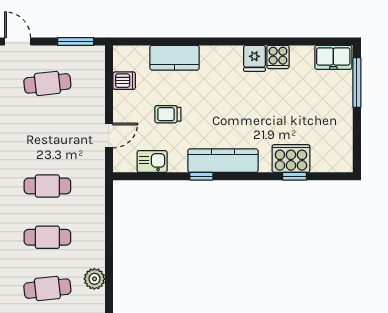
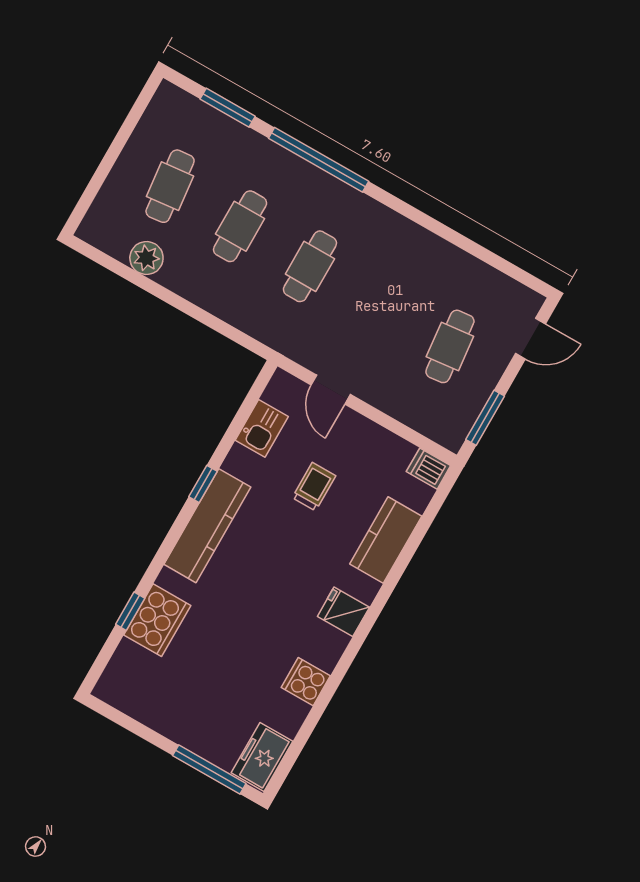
fridge: (254, 58) -> (343, 612), moved
dishwasher: (124, 81) -> (428, 469), moved, turned 90

